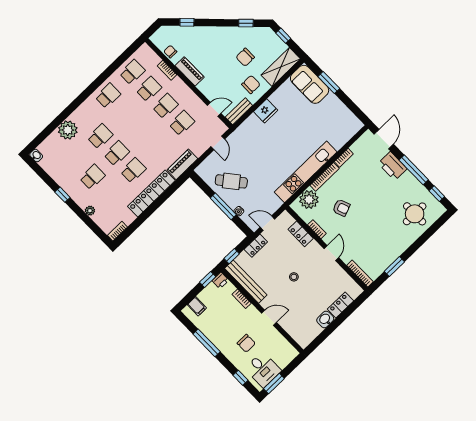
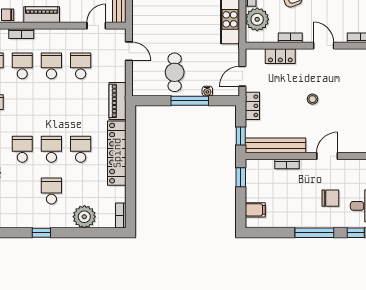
cafe table: (231, 181) -> (175, 72), turned -51
plant: (90, 211) -> (84, 217), width x1.87, depth x1.87
printer: (220, 280) -> (253, 167), removed
window: (207, 343) -> (314, 233), moved

